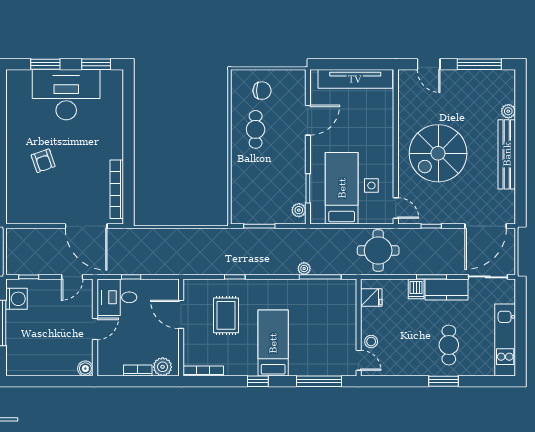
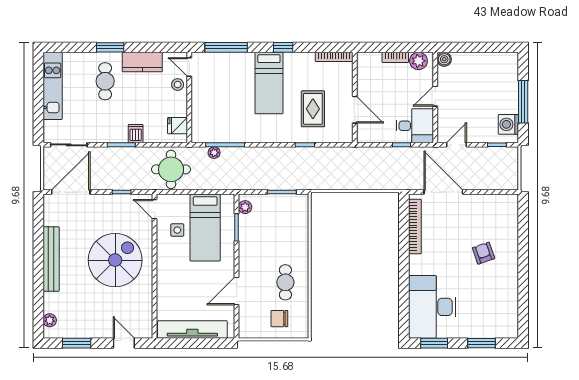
window: (479, 64) -> (77, 343), width x0.69
desk: (66, 95) -> (432, 307), moved, turned 90
plant: (508, 111) -> (50, 320), moved
plant: (304, 269) -> (214, 153), moved
kitchen counter: (446, 290) -> (142, 62), moved, turned 180
plant: (163, 367) -> (418, 61), moved

